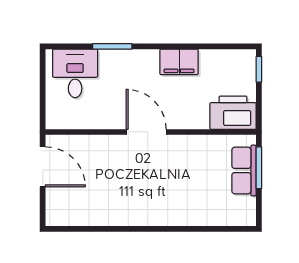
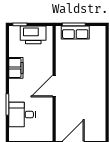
desk: (75, 73) -> (22, 115), moved
printer: (233, 113) -> (33, 35), moved, turned -90

